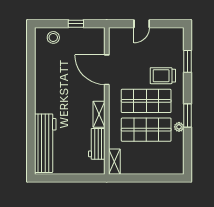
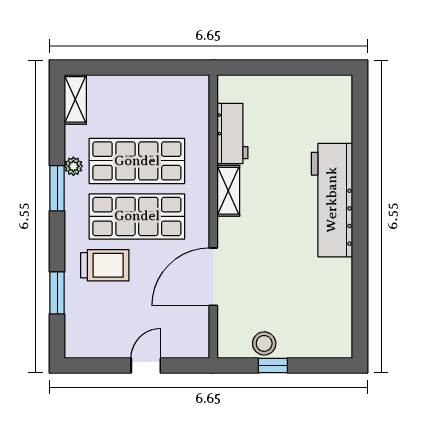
stool: (53, 37) -> (264, 343), moved
door: (107, 70) -> (213, 277), swing flipped
workbench: (45, 143) -> (332, 200), moved
shelving: (114, 162) -> (75, 99), moved

